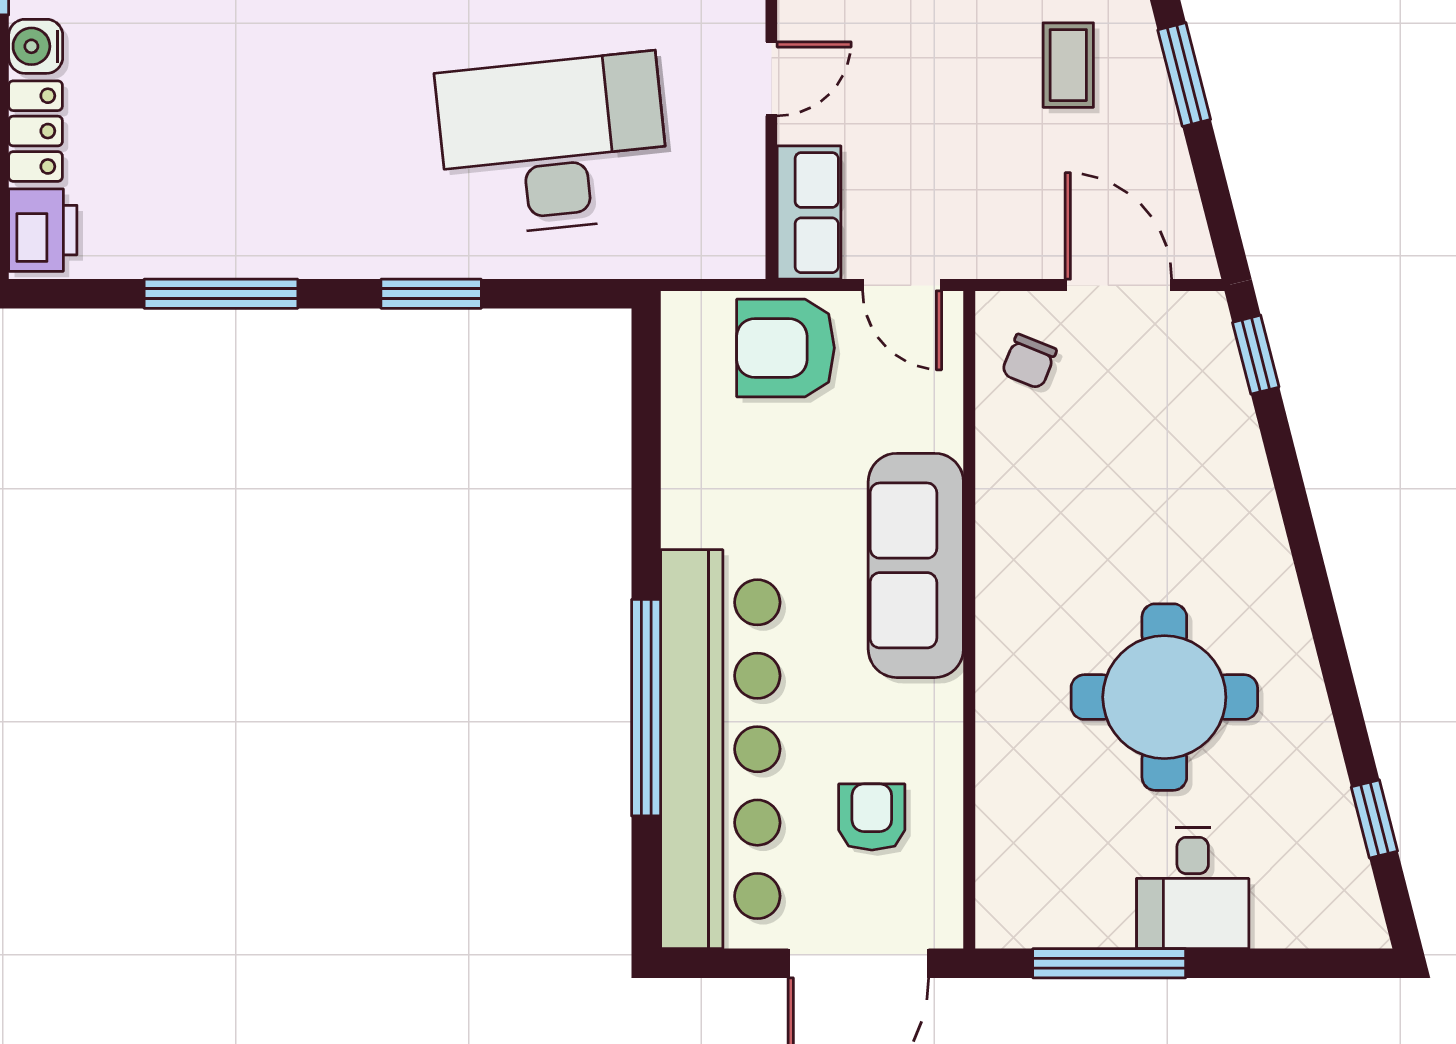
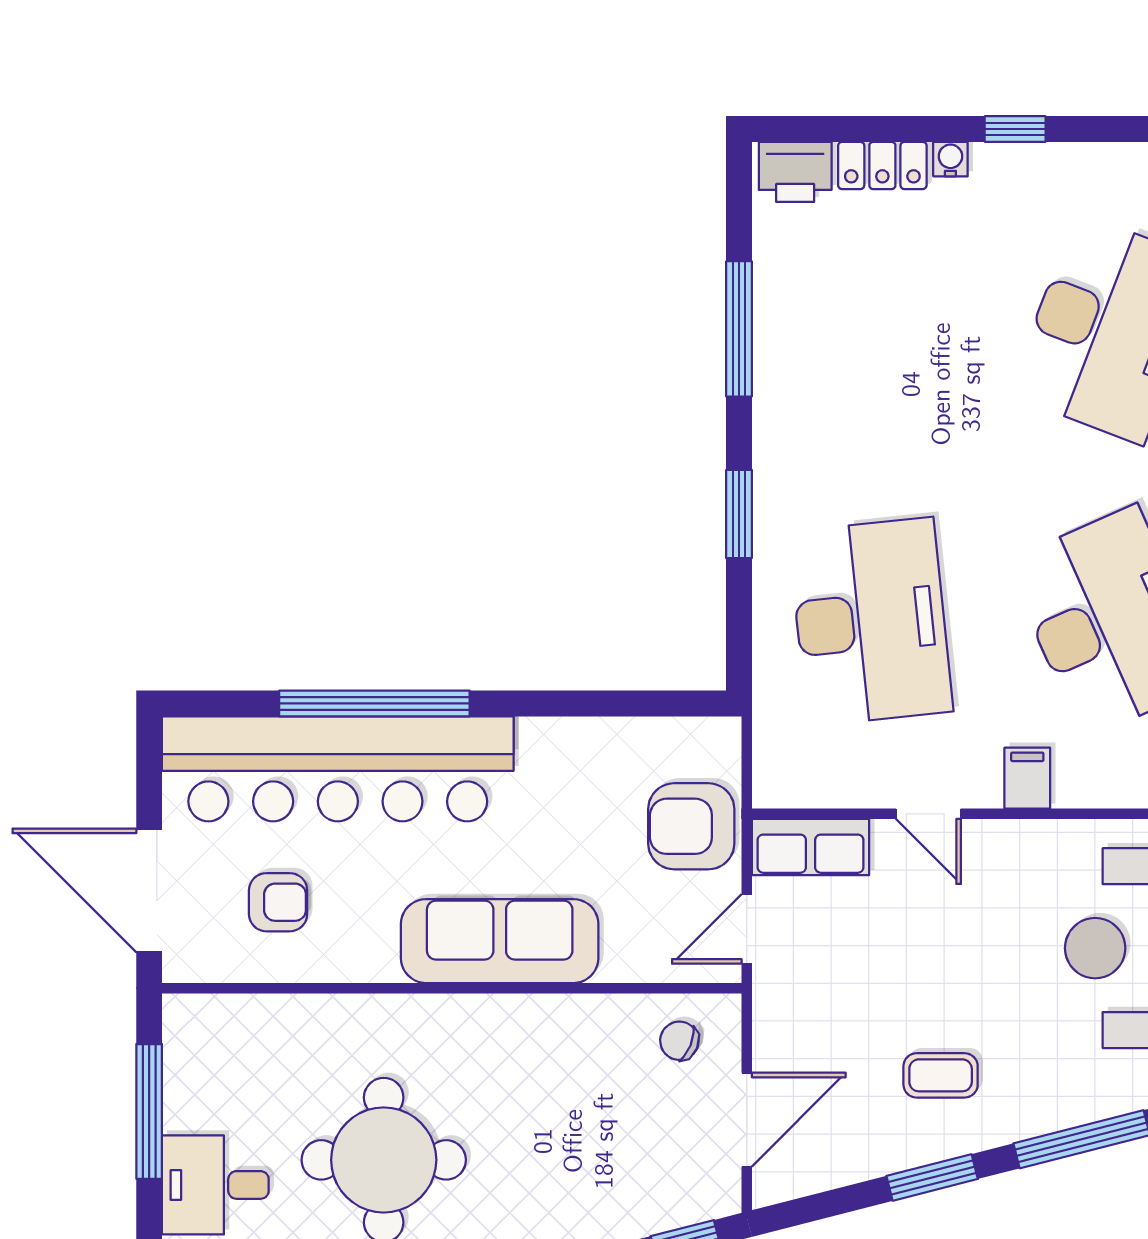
water cooler: (36, 46) -> (950, 159), width x0.72, depth x0.72
armchair: (786, 348) -> (691, 826), turned -90

